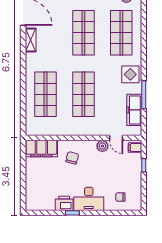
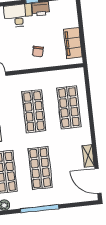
plant: (102, 146) -> (11, 65), removed
filing cabinet: (41, 148) -> (73, 43), moved, turned -90

